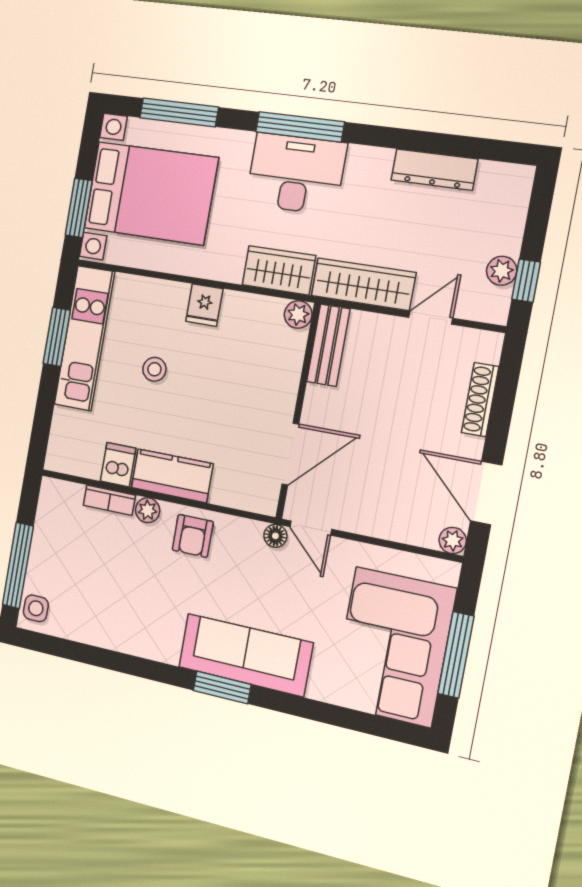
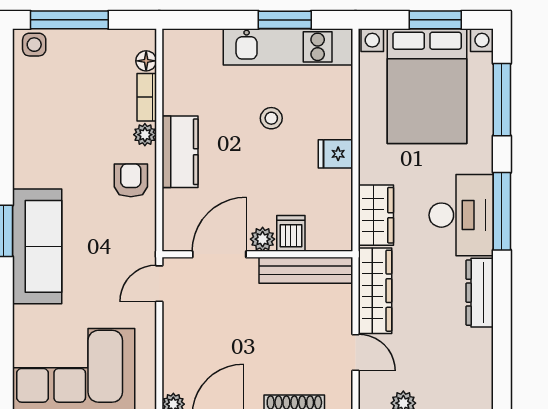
dresser: (434, 170) -> (480, 293), moved
window: (79, 208) -> (435, 20), moved
plant: (298, 314) -> (263, 239), moved
bench: (328, 345) -> (306, 270), width x1.36
door: (290, 454) -> (219, 254), swing flipped
dishwasher: (118, 465) -> (291, 233), moved, turned -90
armchair: (193, 536) -> (131, 180), turned 90
floor lamp: (275, 536) -> (146, 61), moved

